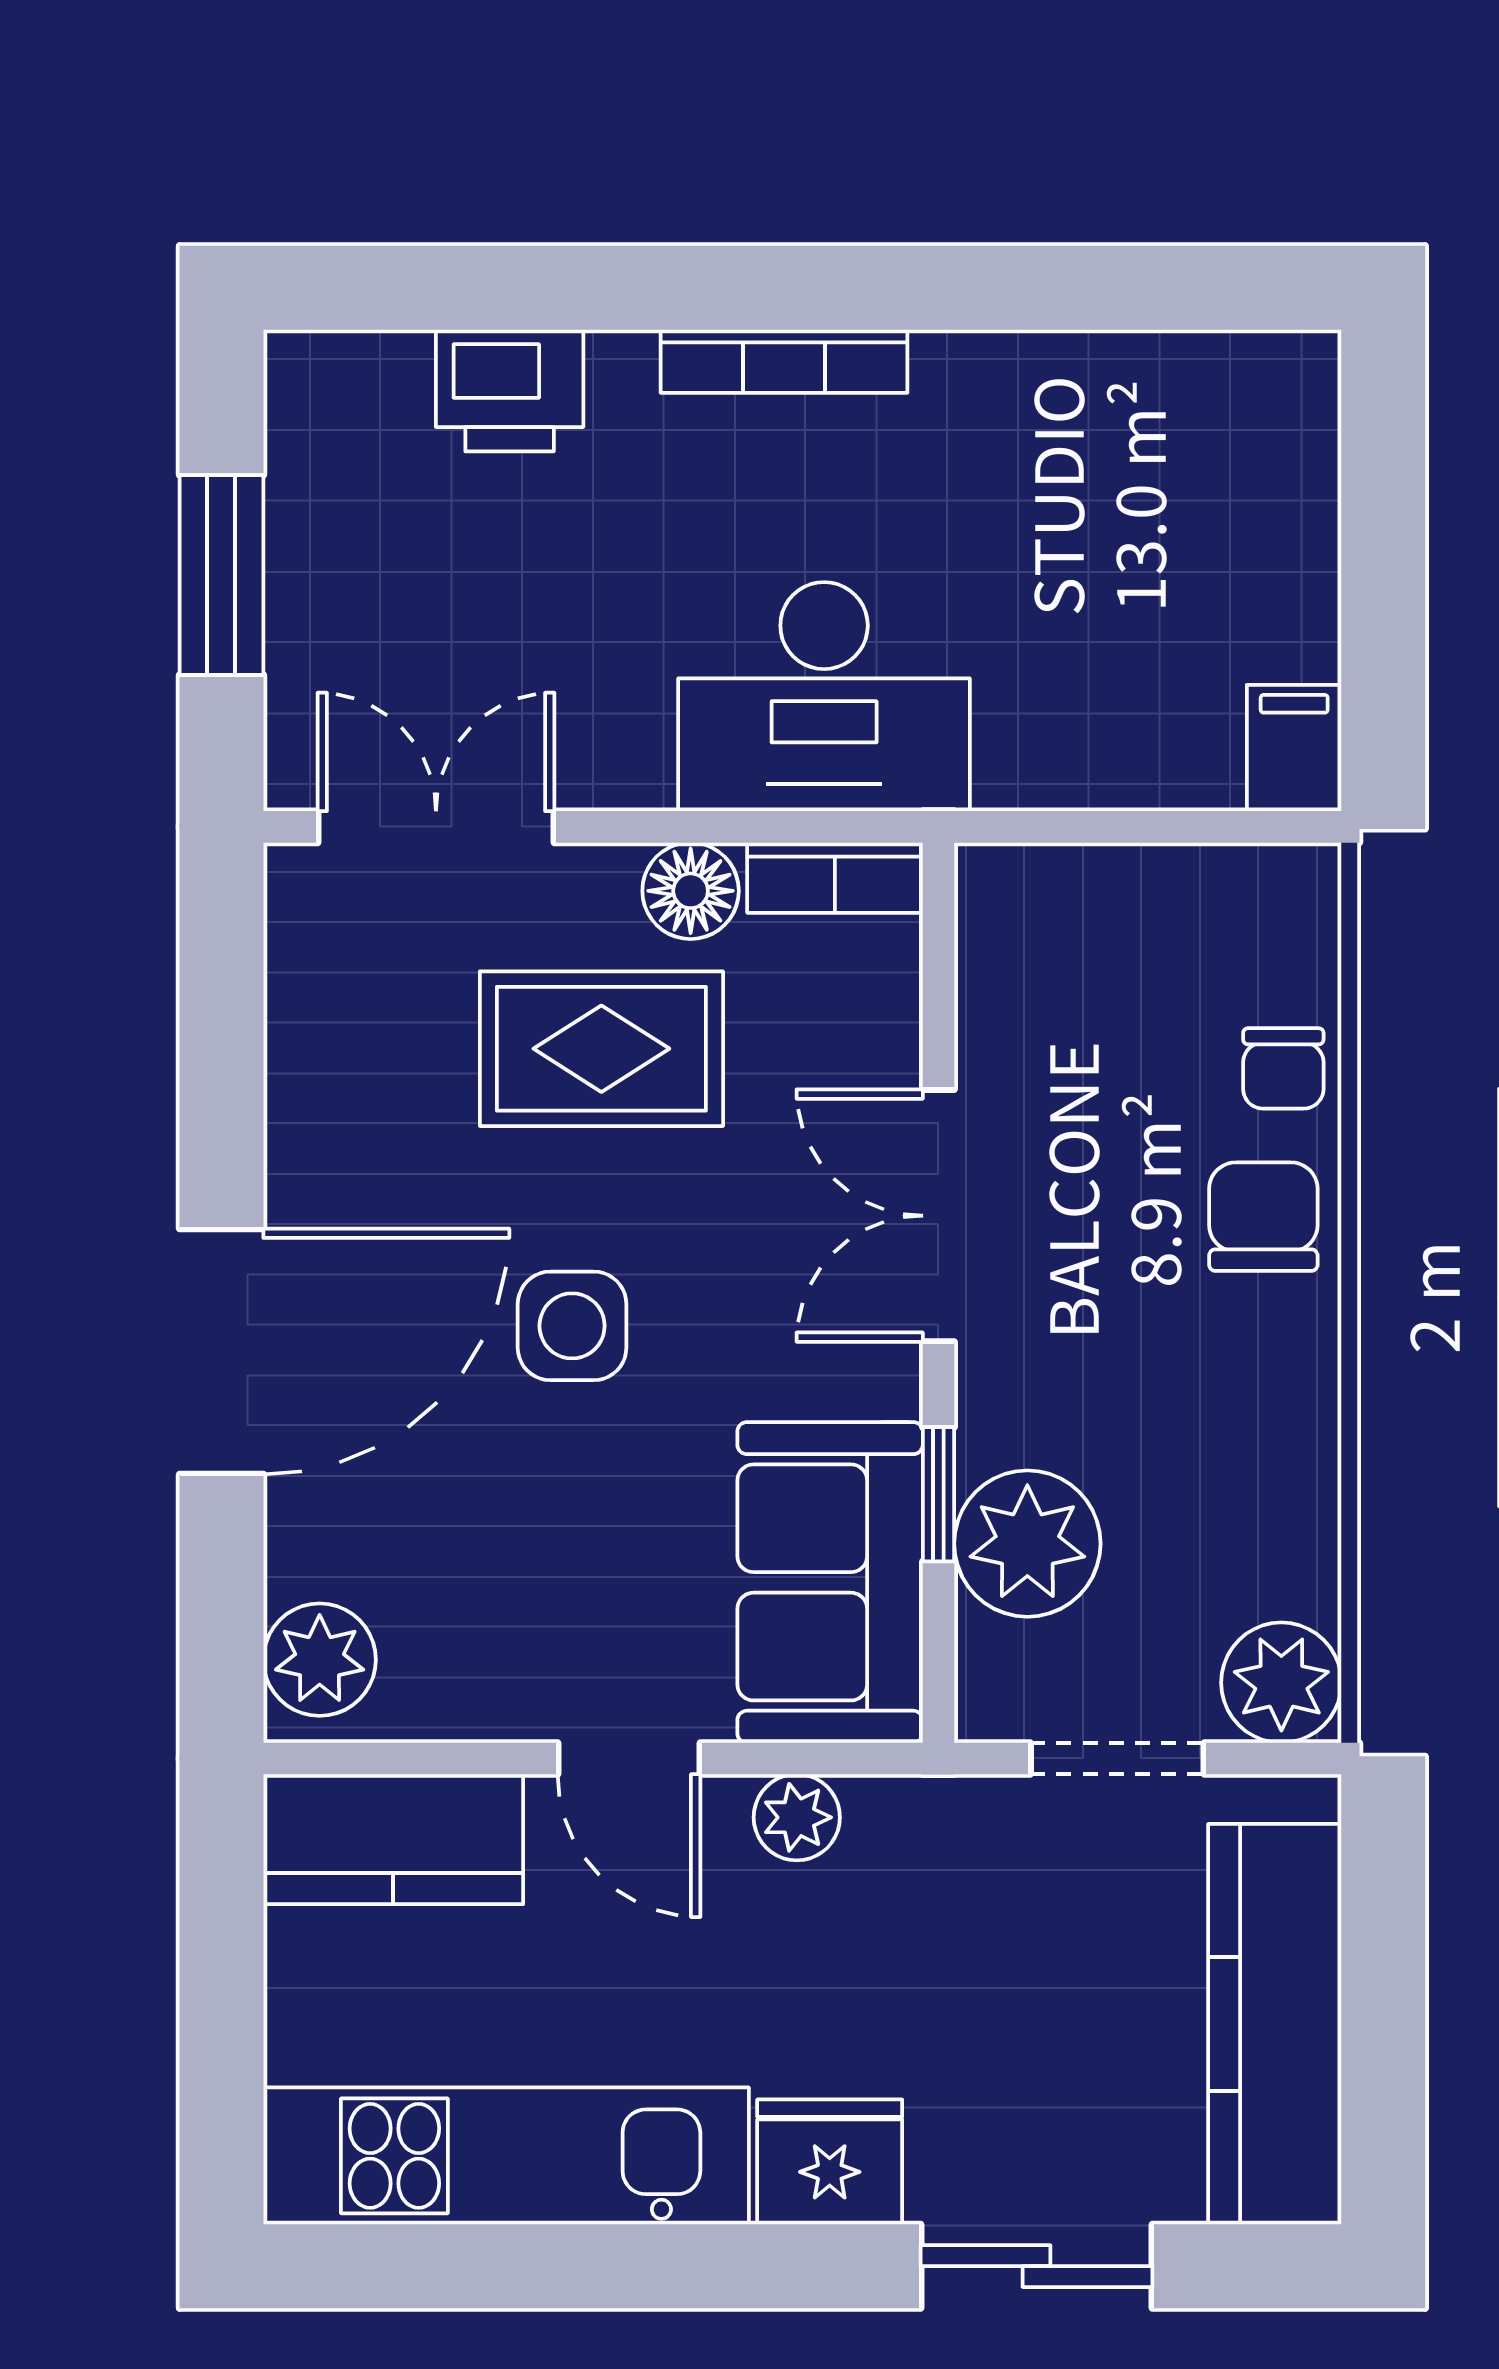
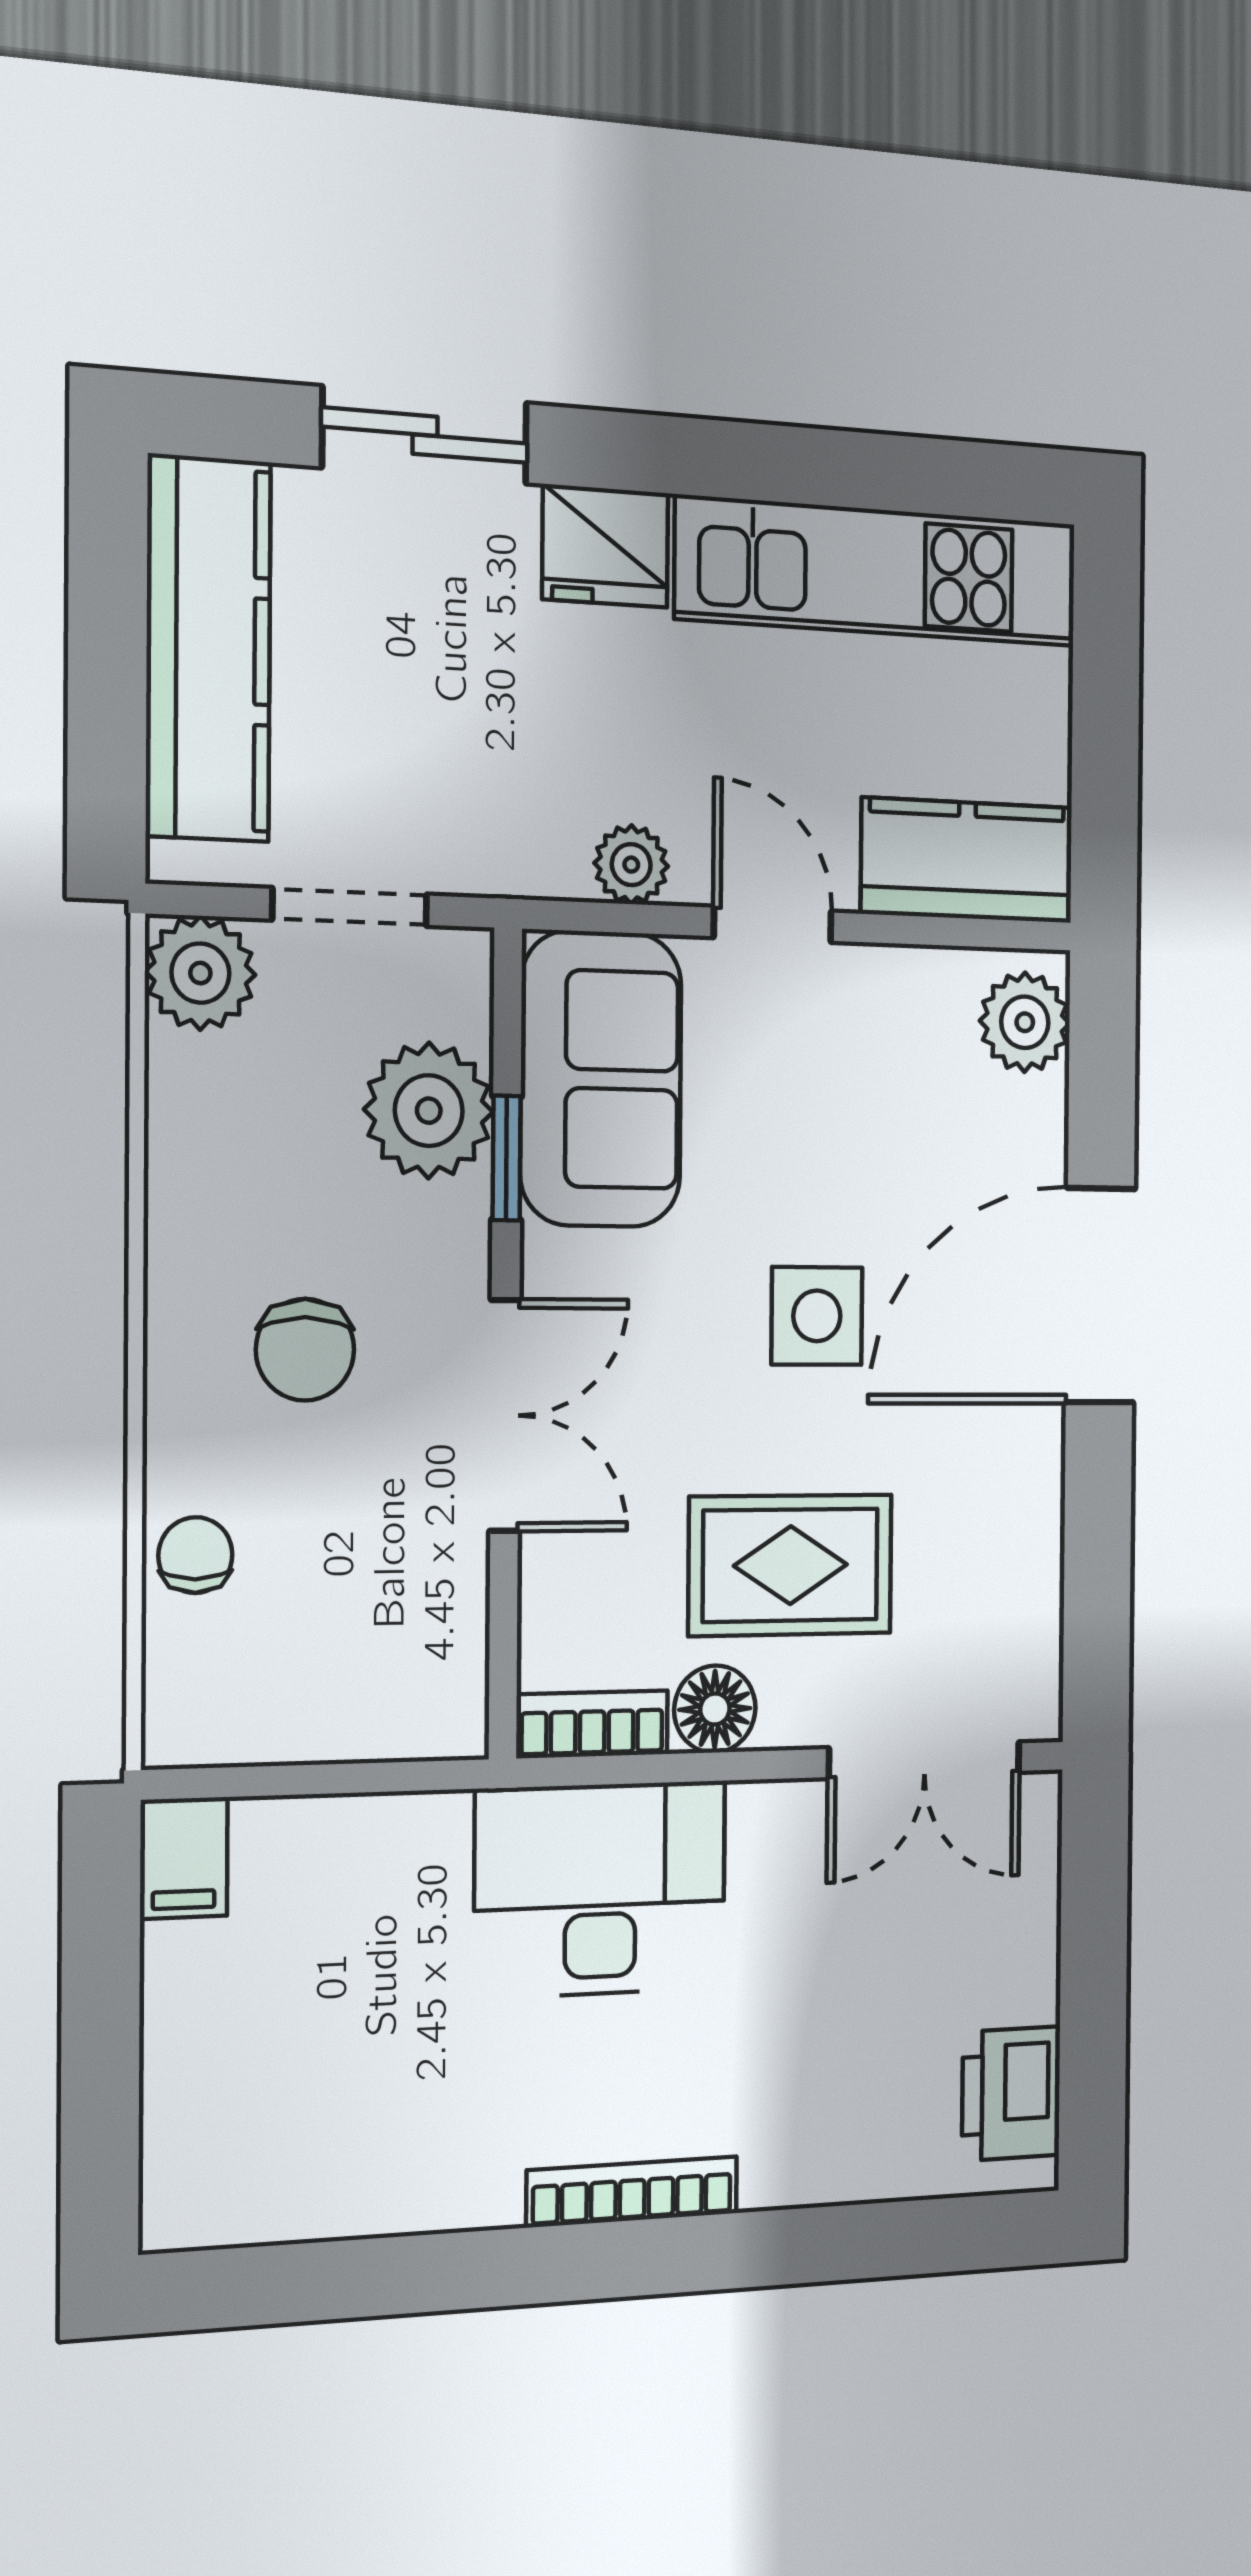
printer: (510, 391) -> (1011, 2094), moved, turned -90
window: (221, 575) -> (1094, 1974), removed
chair: (1263, 1217) -> (305, 1350), moved

